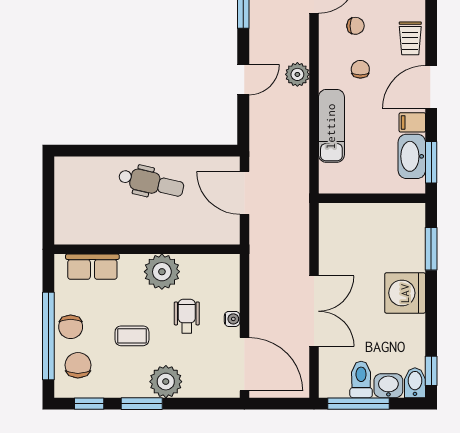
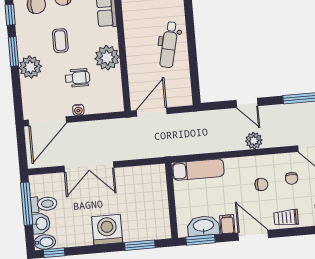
exam couch: (331, 126) -> (198, 170), moved
door: (244, 193) -> (152, 112), moved

